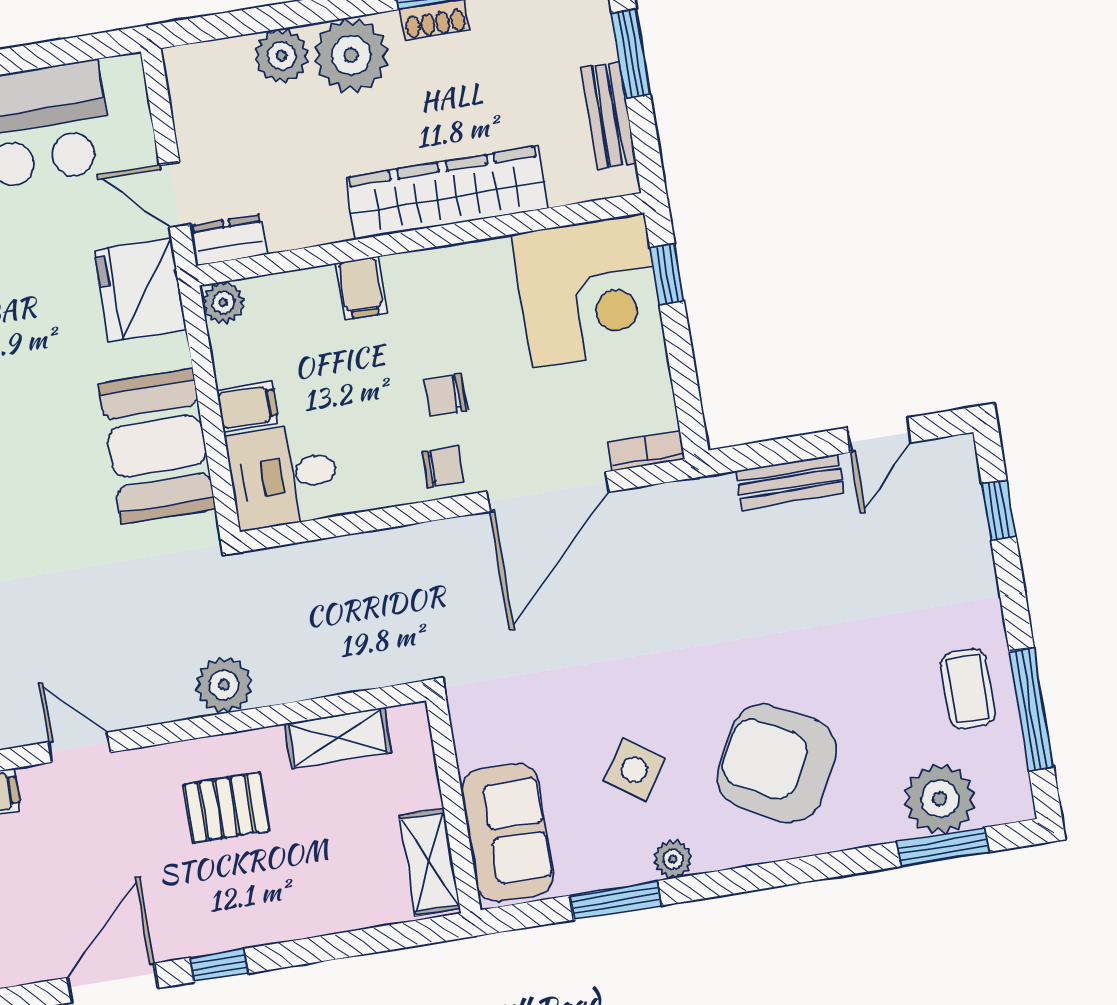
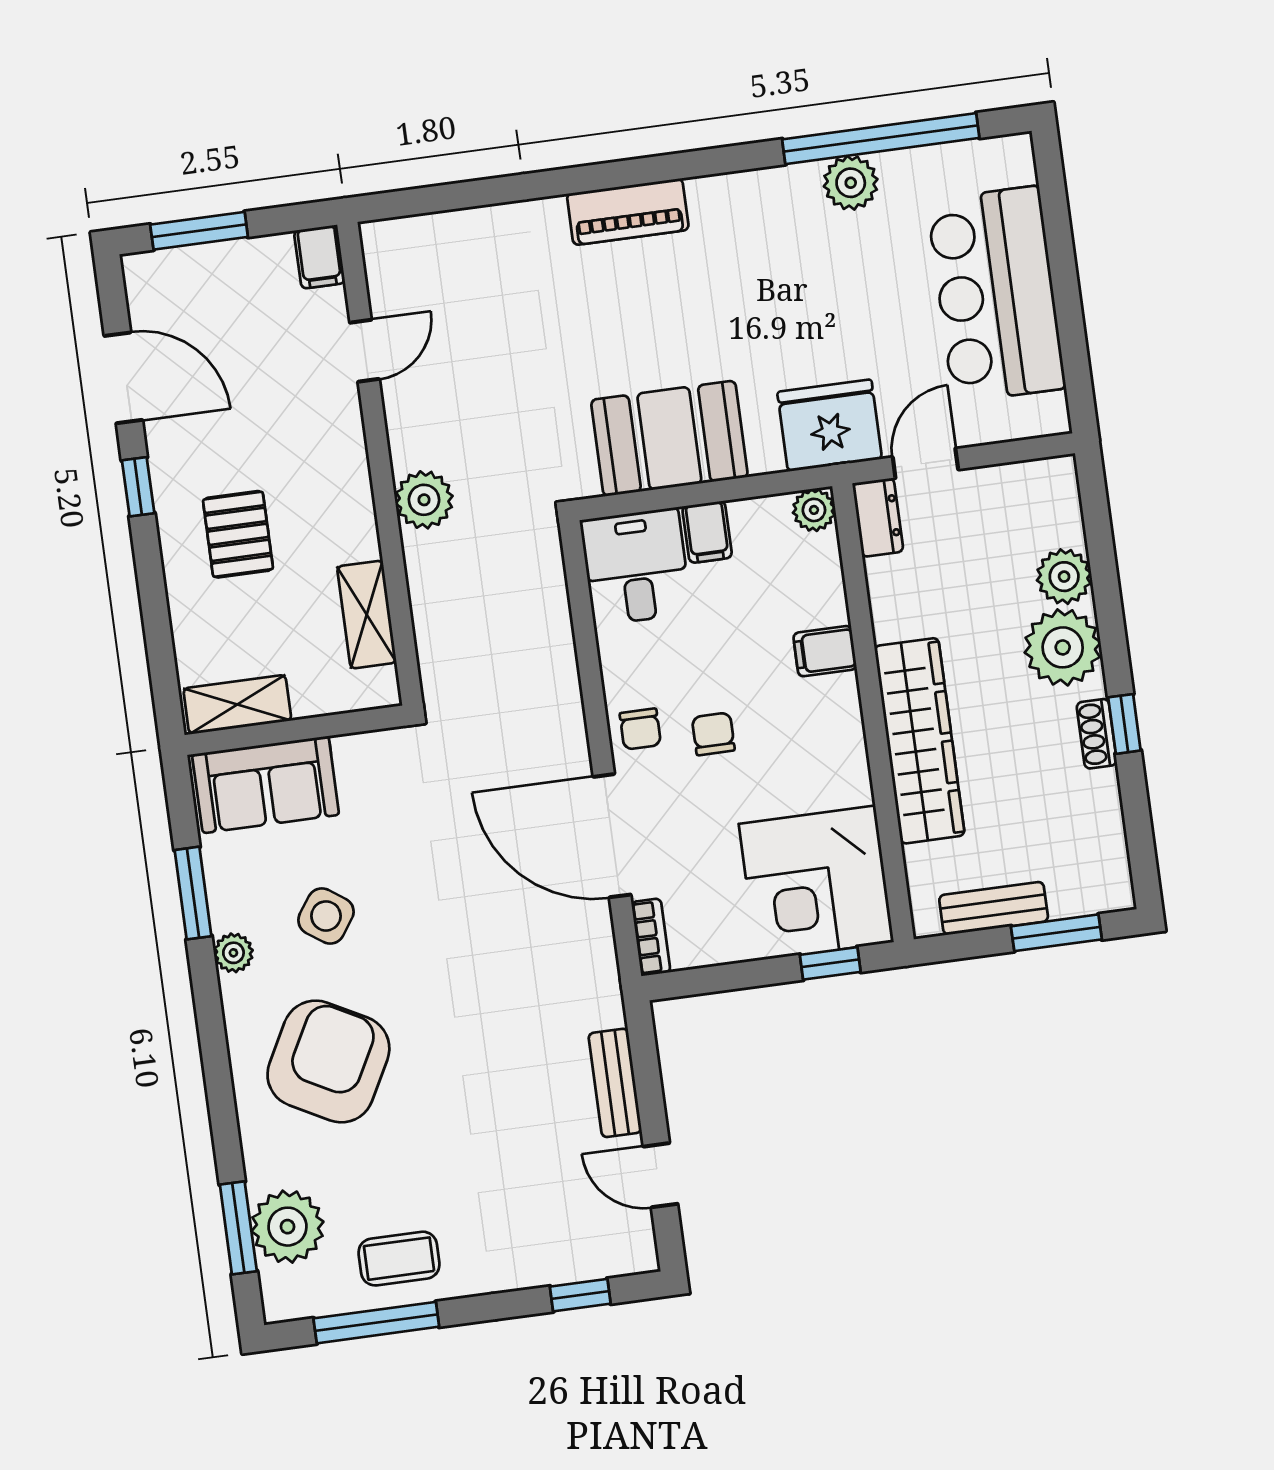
pallet: (227, 807) -> (238, 534), moved

